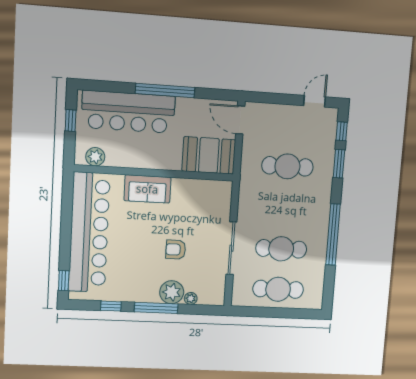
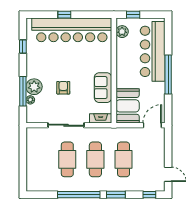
window: (71, 121) -> (133, 15), moved
window: (339, 164) -> (116, 195), moved
sofa: (147, 189) -> (103, 88), moved
fireplace: (225, 197) -> (101, 118), added
window: (64, 281) -> (64, 15), moved
cafe table: (278, 289) -> (95, 159), moved
window: (156, 308) -> (23, 91), moved

